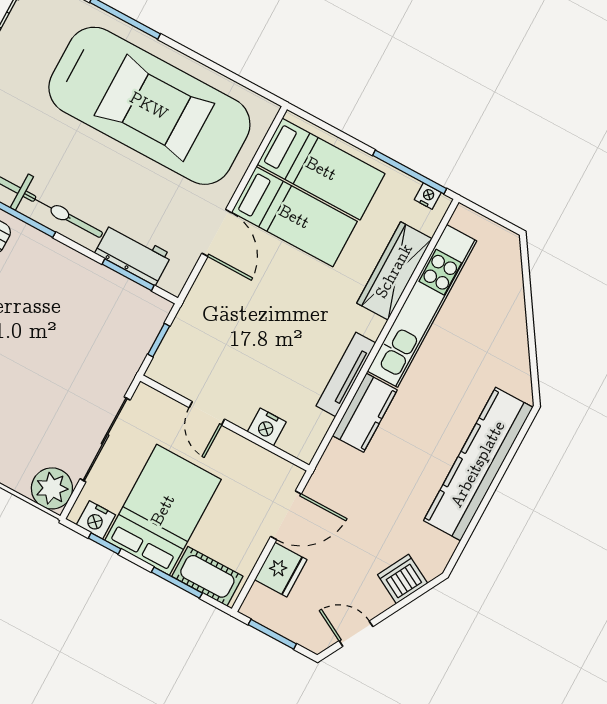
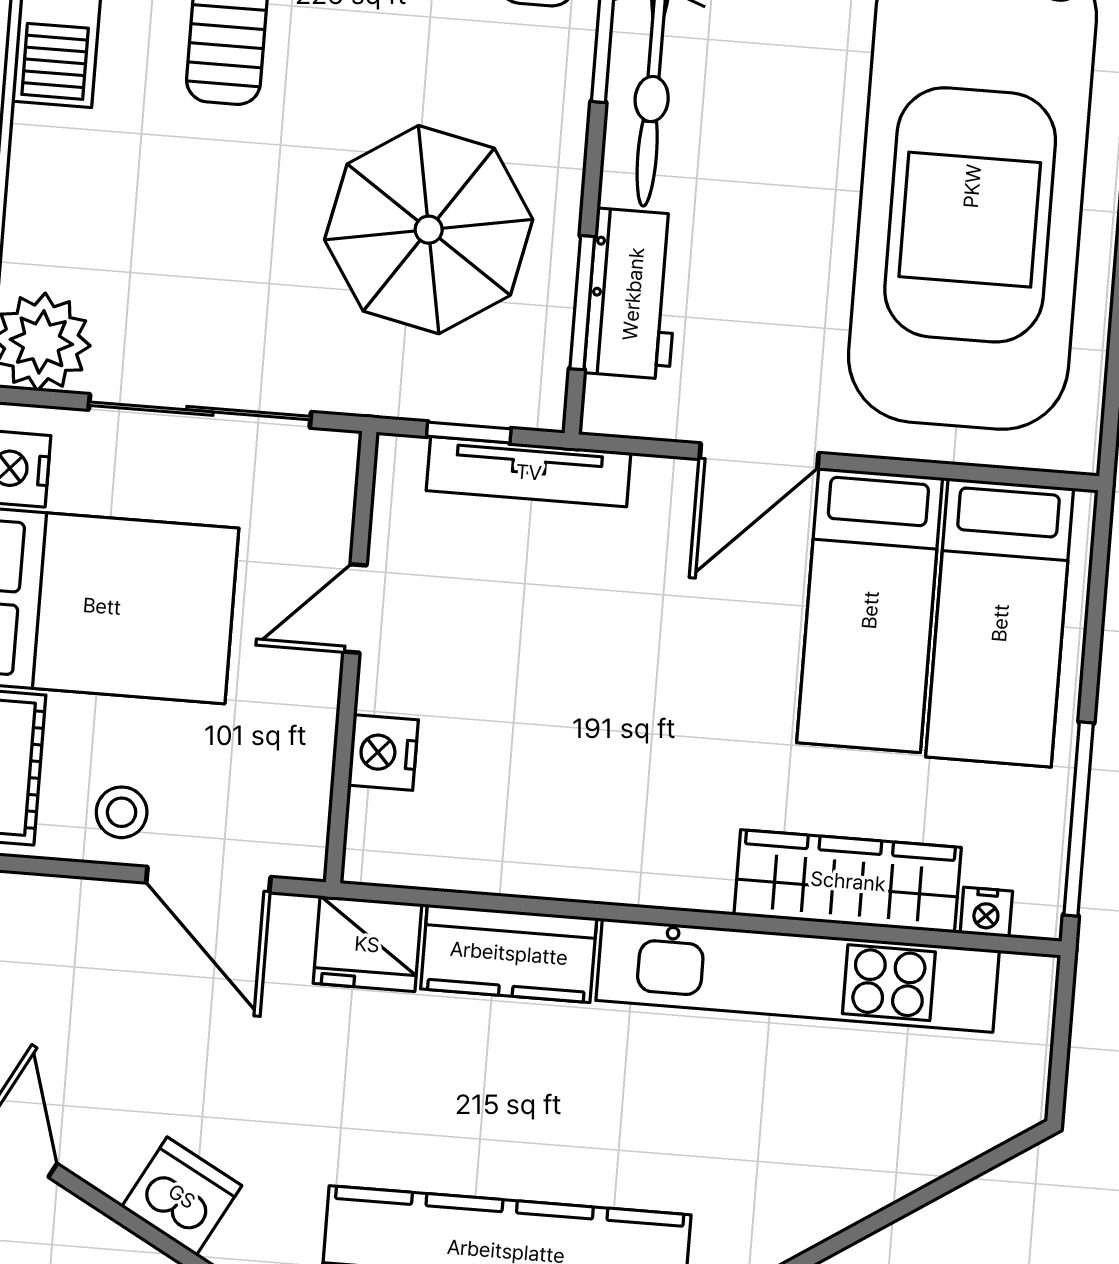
nightstand: (428, 196) -> (986, 912), moved, turned 90
parasol: (74, 321) -> (429, 230), added
tv unit: (346, 374) -> (529, 472), moved, turned 180
stool: (245, 537) -> (122, 812), added
fridge: (281, 570) -> (367, 944), moved

